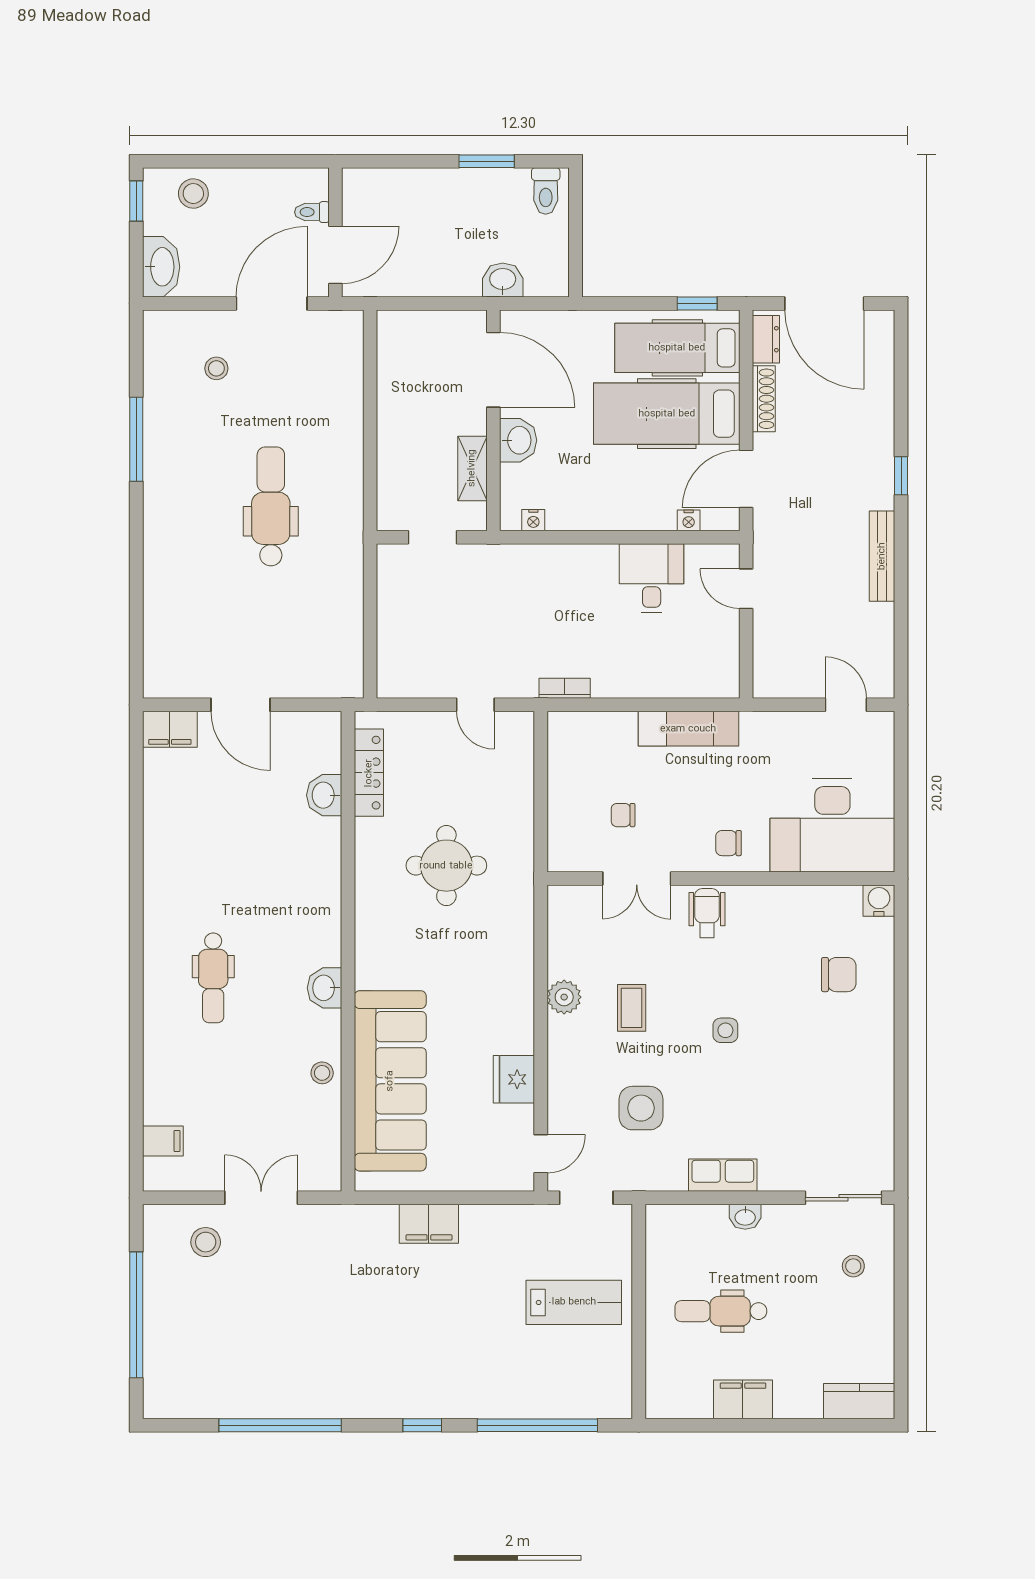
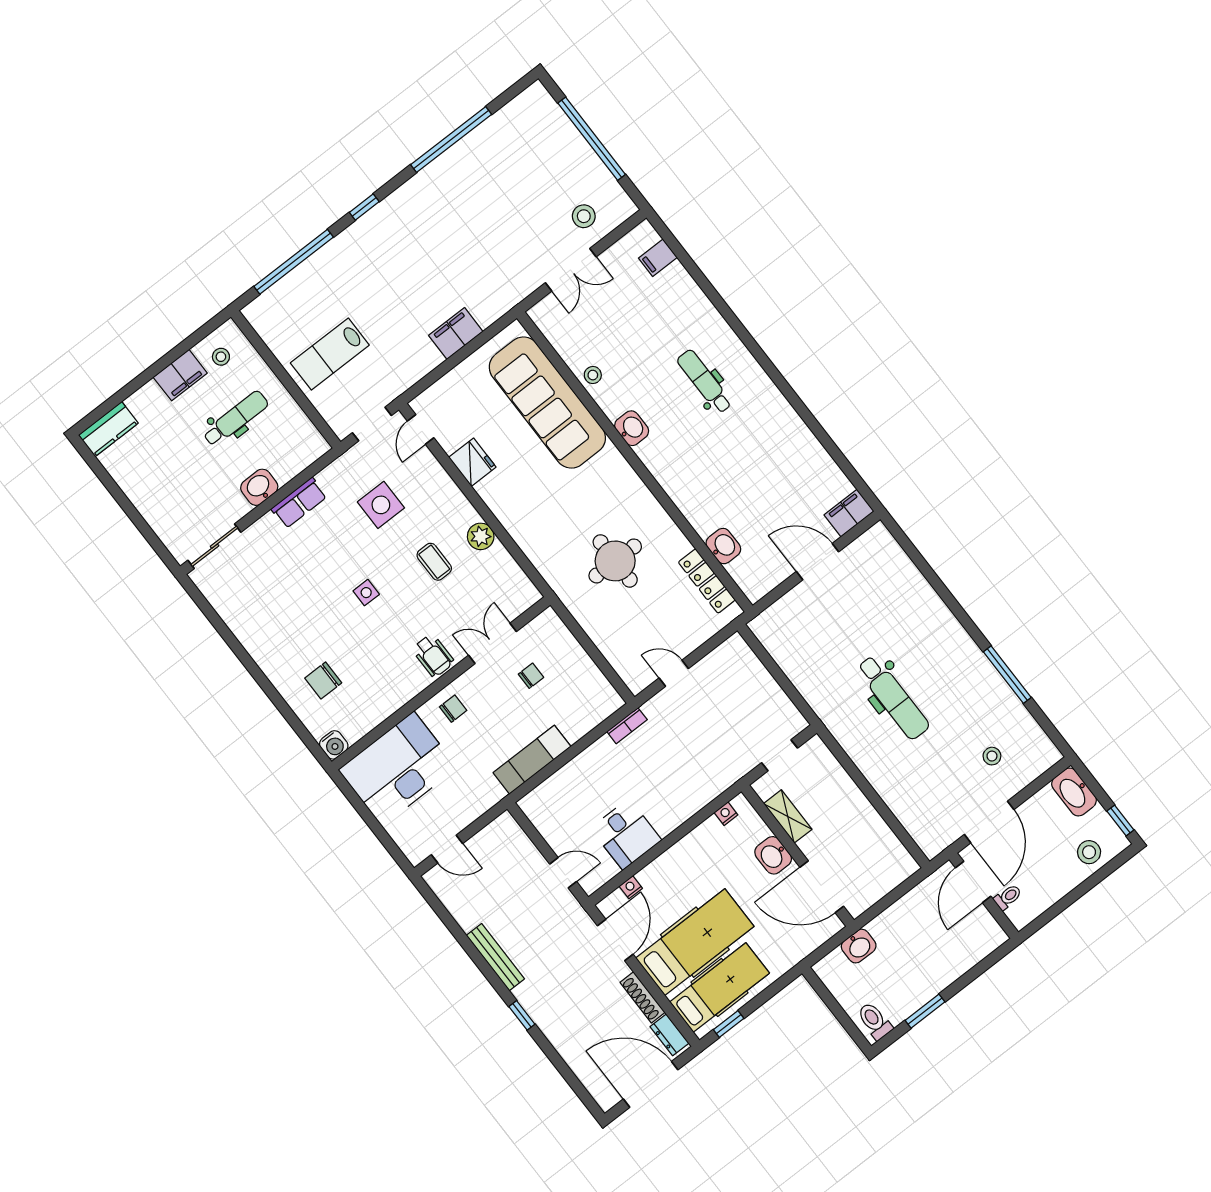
washbasin: (745, 1217) -> (259, 487), width x1.38, depth x1.45
stool: (853, 1266) -> (221, 357), moved

